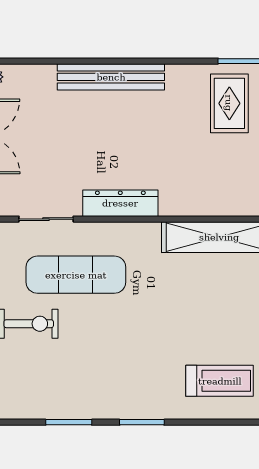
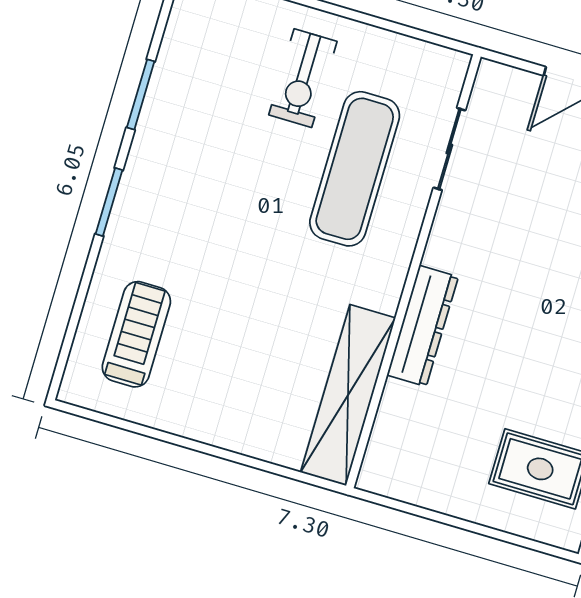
dresser: (120, 203) -> (423, 326), moved
treadmill: (220, 381) -> (136, 334), turned 180

